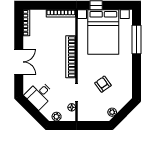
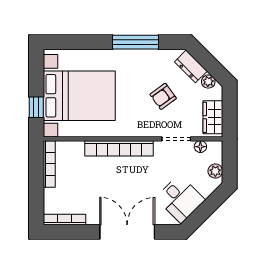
window: (137, 40) -> (135, 42), moved
double door: (19, 62) -> (127, 232), width x1.37
dresser: (122, 101) -> (191, 66), added
wardrobe: (90, 115) -> (213, 117), added

